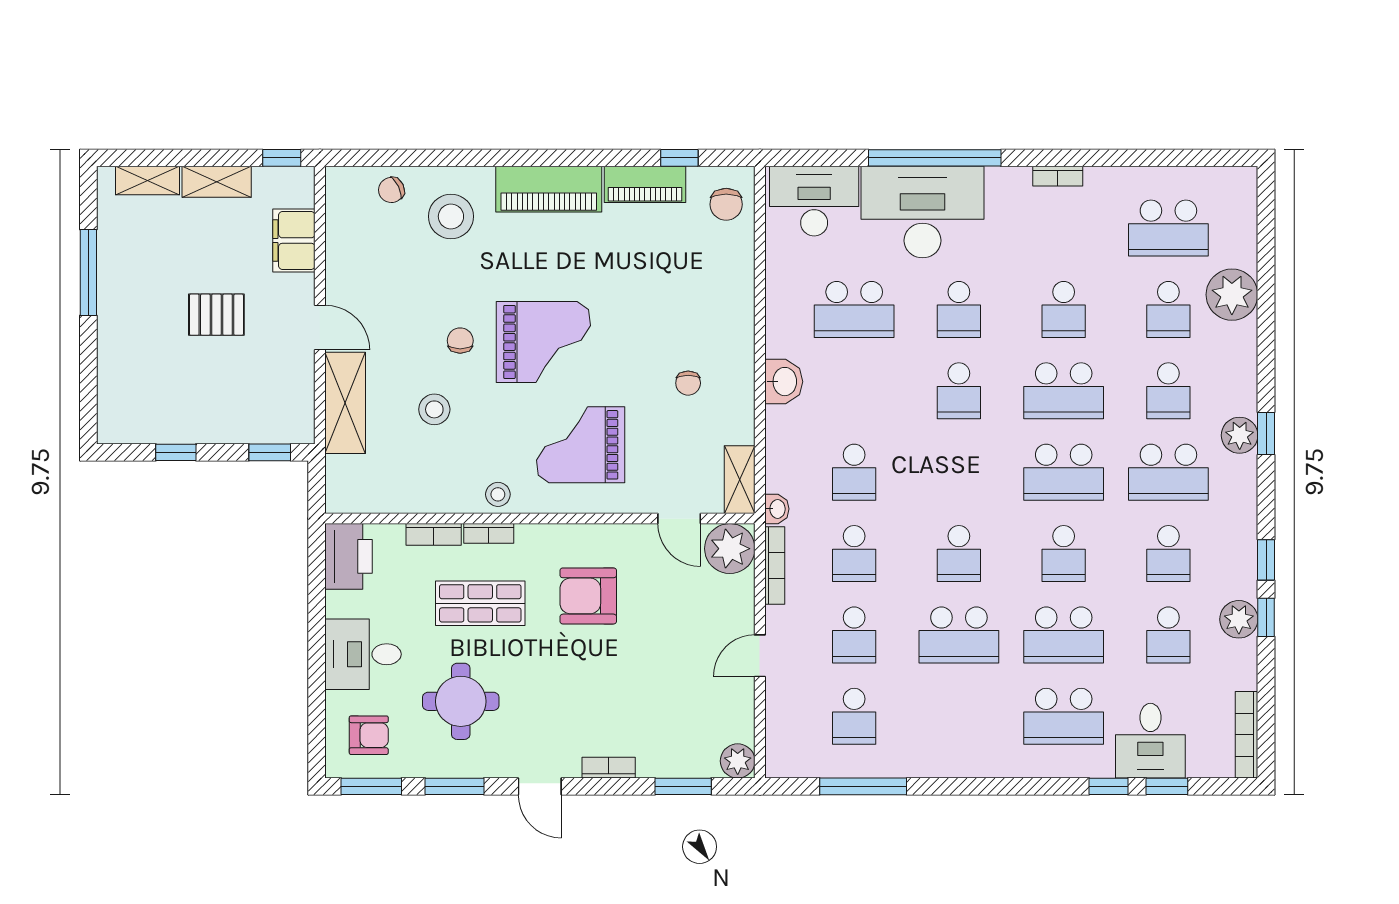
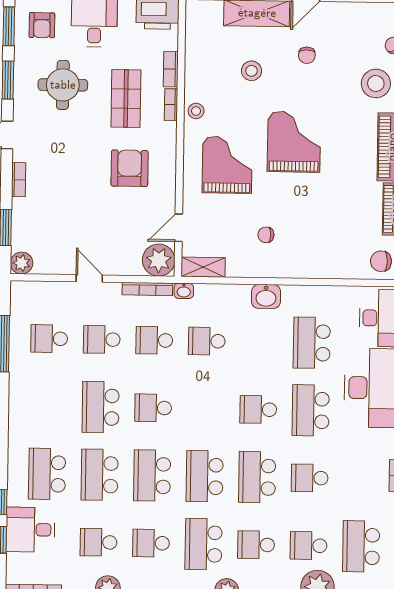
school desk: (959, 309) -> (311, 410), width x1.85
chair: (460, 341) -> (307, 55), moved, turned 90
grand piano: (543, 342) -> (294, 142), turned 180
school desk: (1064, 554) -> (152, 475), width x1.85

